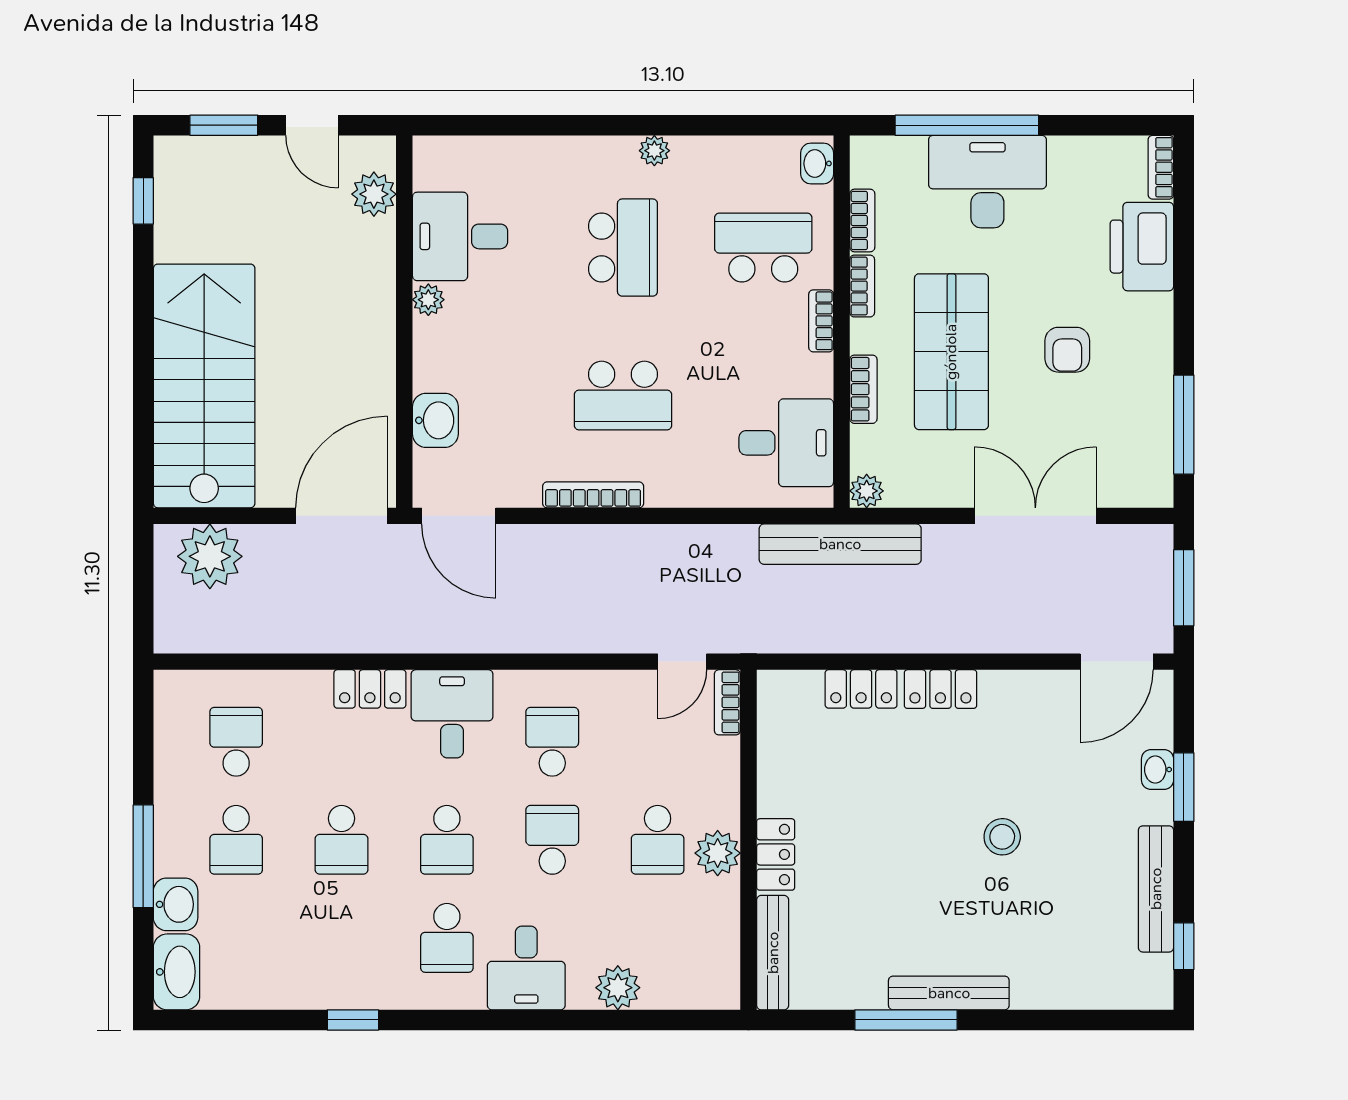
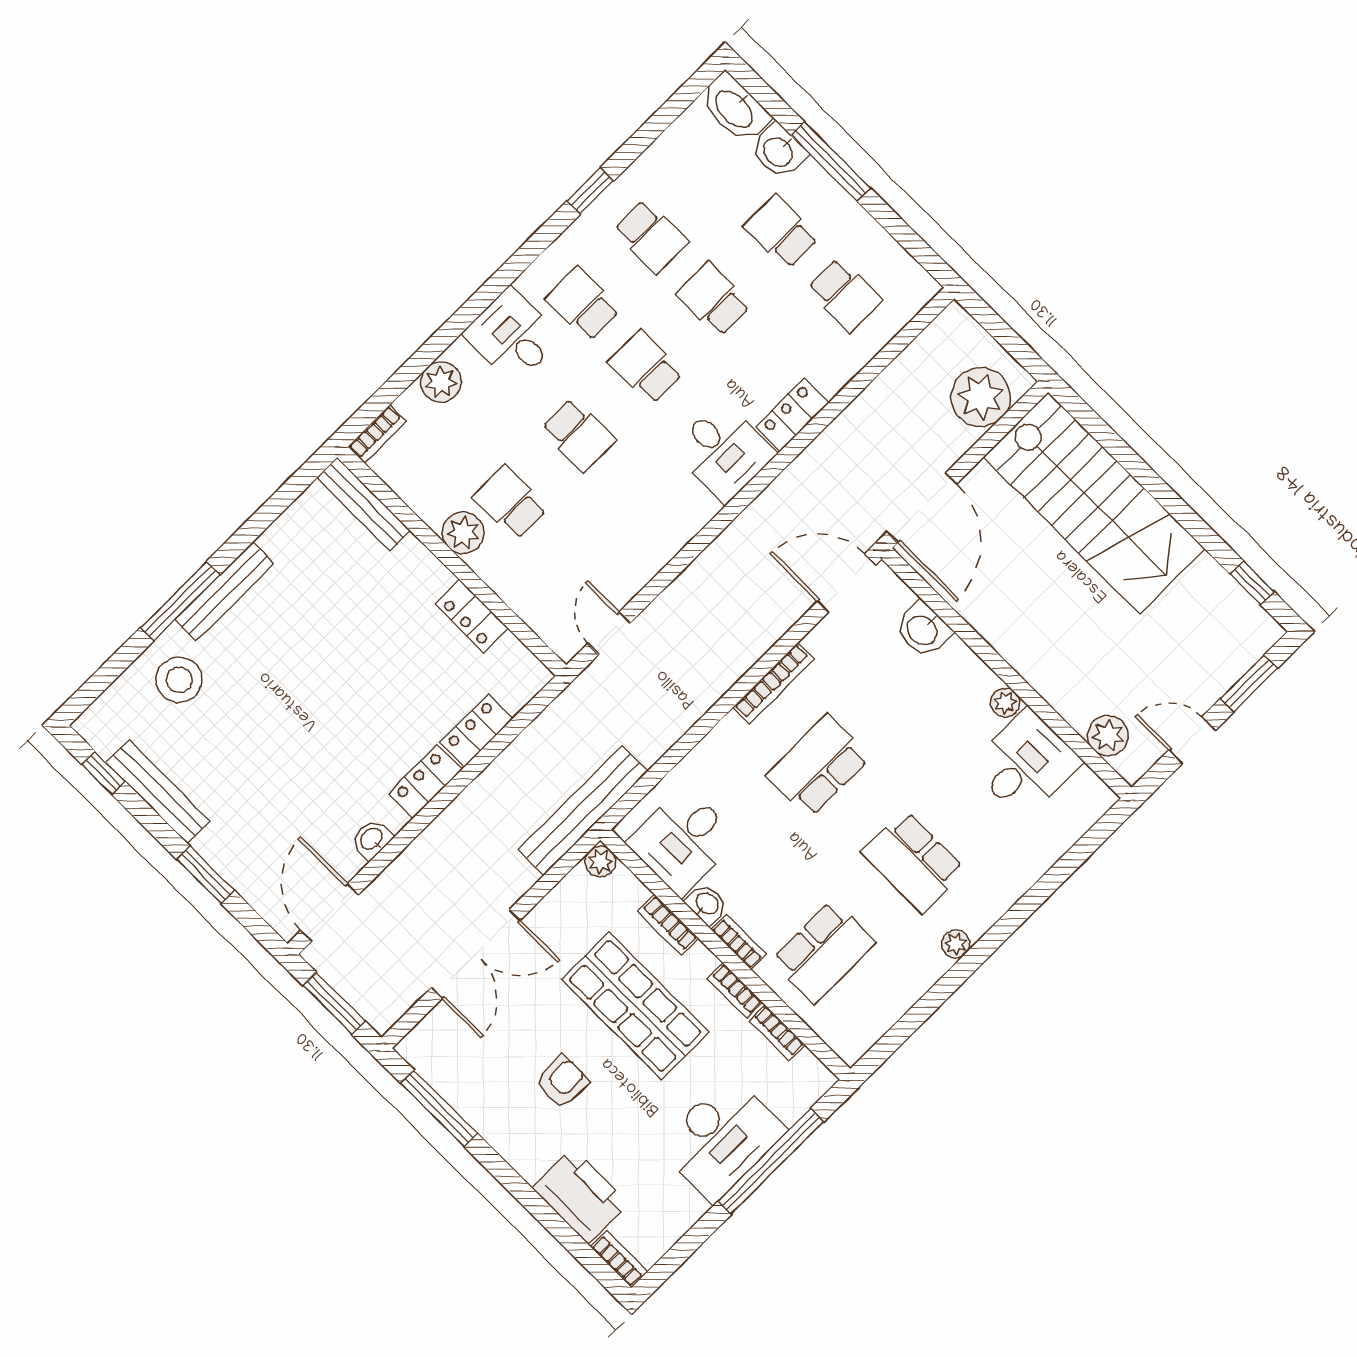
washbasin: (817, 163) -> (706, 904), moved
armchair: (1067, 350) -> (562, 1081), turned 90
bookcase: (727, 702) -> (377, 434), moved, turned 90
school desk: (552, 742) -> (651, 236), moved
washbasin: (1158, 770) -> (372, 839), moved, turned -90
stool: (1002, 837) -> (179, 680), moved, width x1.38, depth x1.38
locker: (776, 854) -> (472, 616), moved
window: (906, 1020) -> (180, 601), moved

